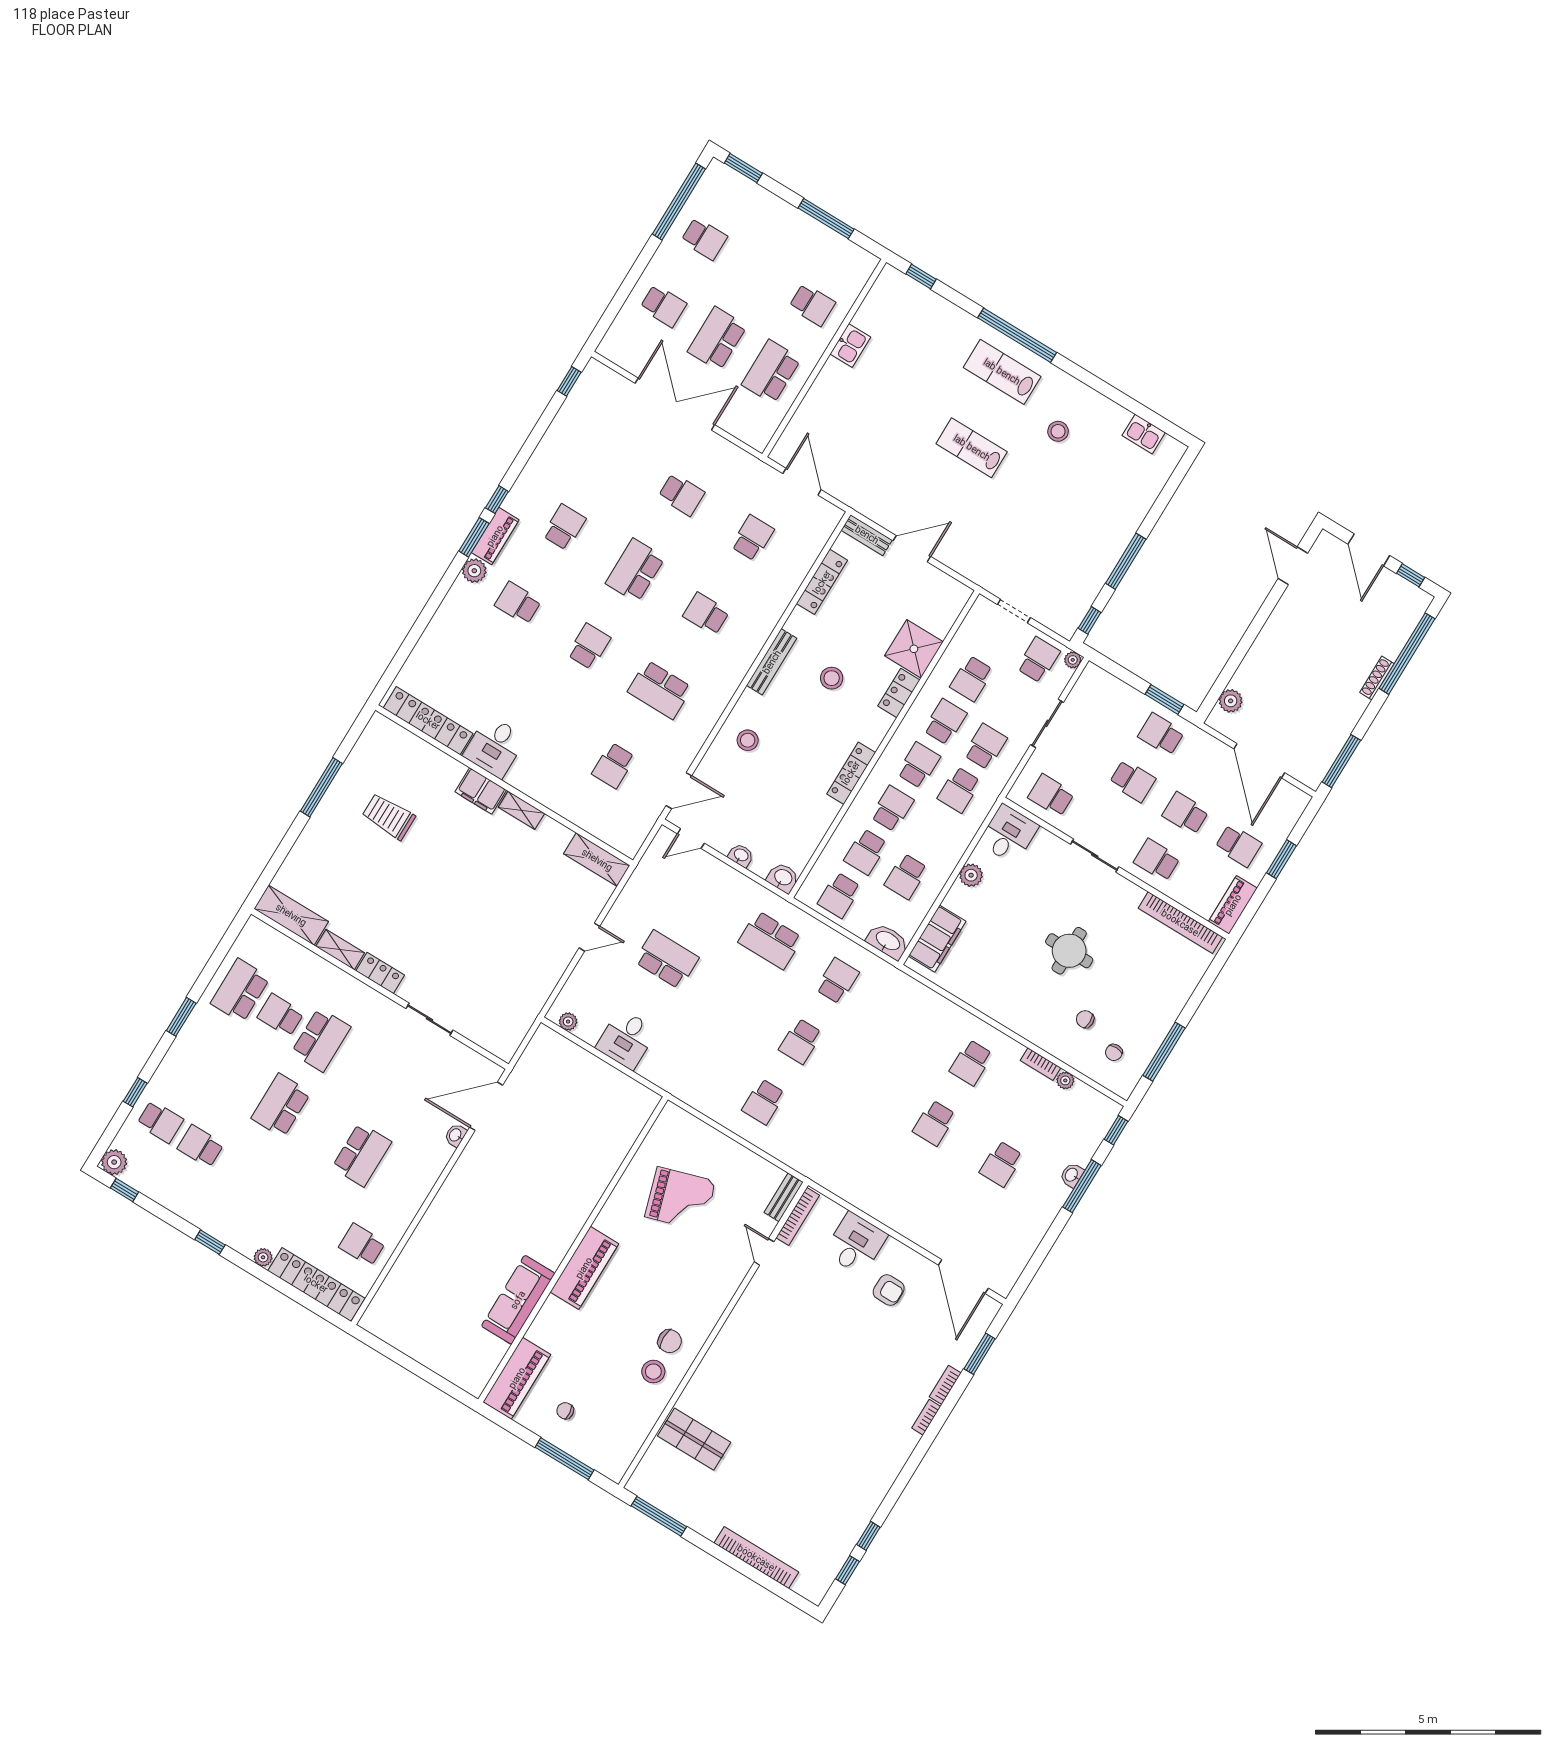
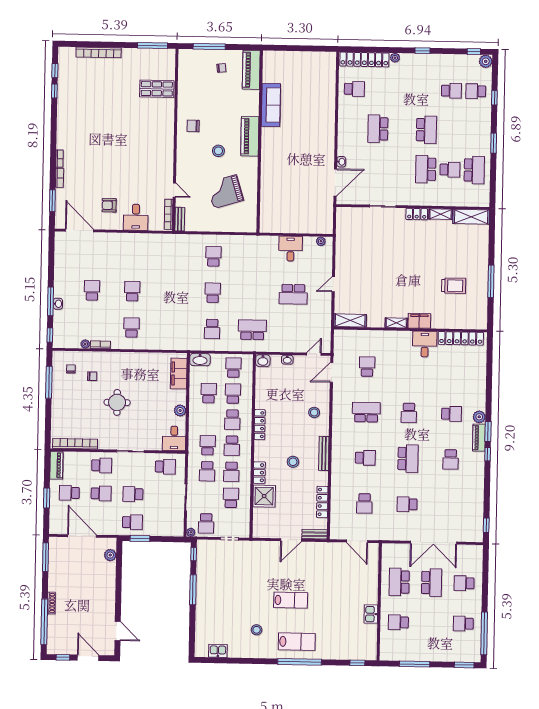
school desk: (771, 372) -> (399, 582), turned 180
stool: (653, 1372) -> (218, 151), moved

